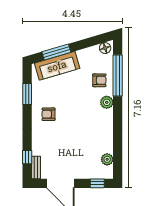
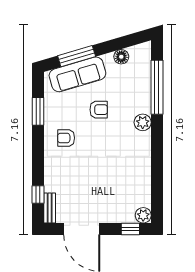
floor lamp: (105, 48) -> (121, 57), moved
armchair: (99, 80) -> (99, 110), moved
plant: (107, 159) -> (143, 215), moved

